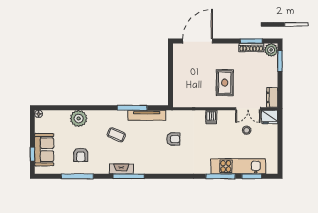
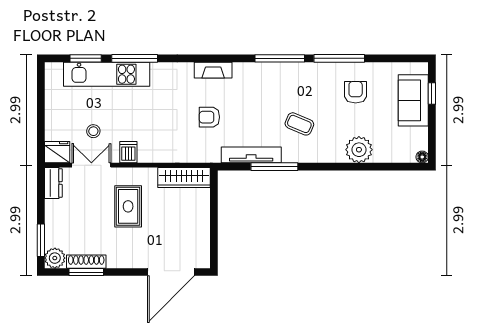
wardrobe: (189, 101) -> (184, 178), added
dishwasher: (211, 117) -> (128, 152), moved
fireplace: (121, 169) -> (213, 70), moved
window: (77, 176) -> (339, 58), moved

